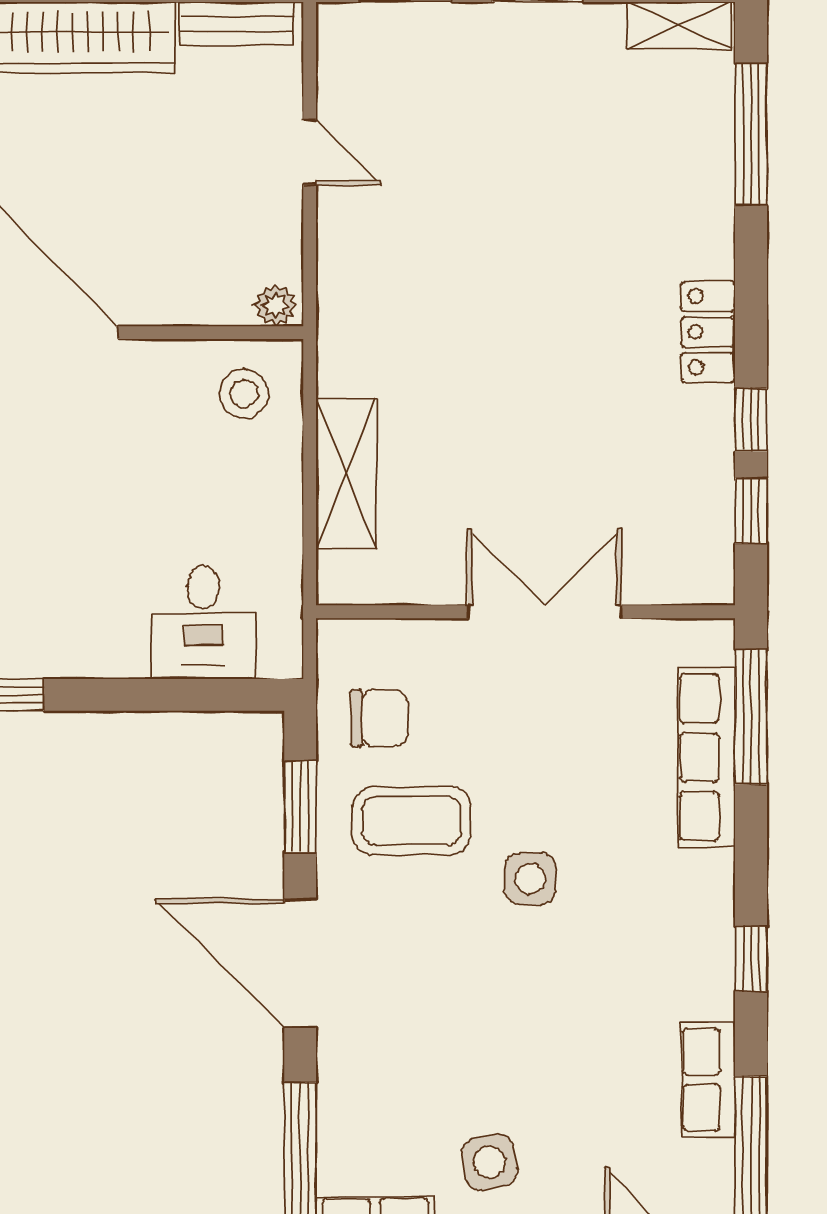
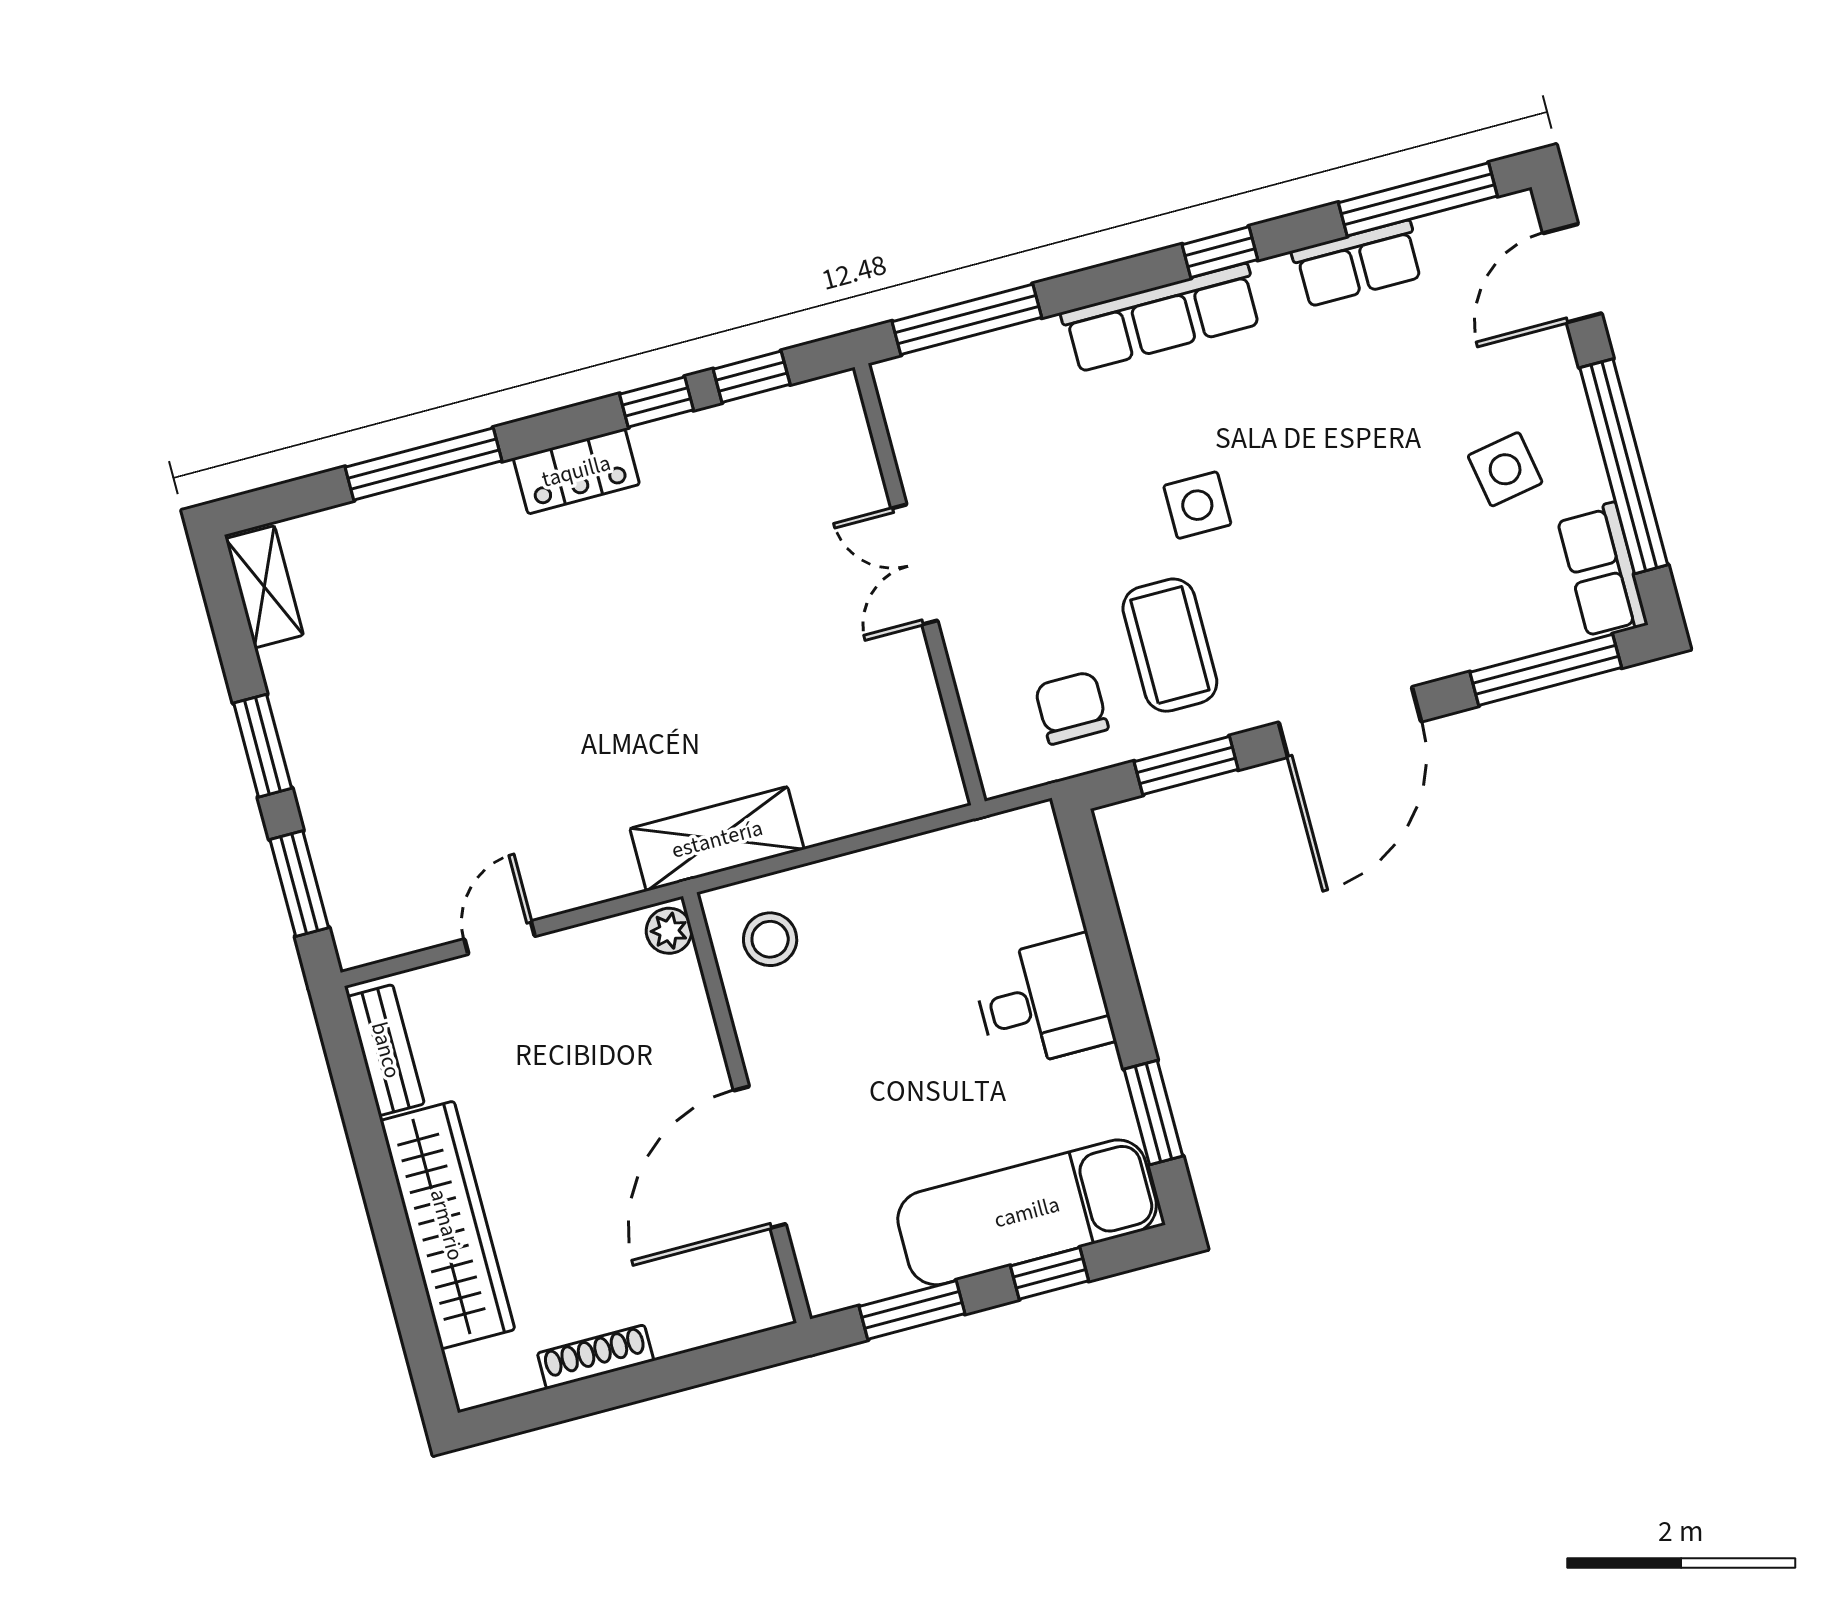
window: (751, 134) -> (424, 464), moved
shelving: (346, 474) -> (717, 839), moved
double door: (544, 612) -> (914, 565), width x0.73
desk: (203, 622) -> (1043, 1002), moved
row of seats: (706, 757) -> (1162, 318), moved

